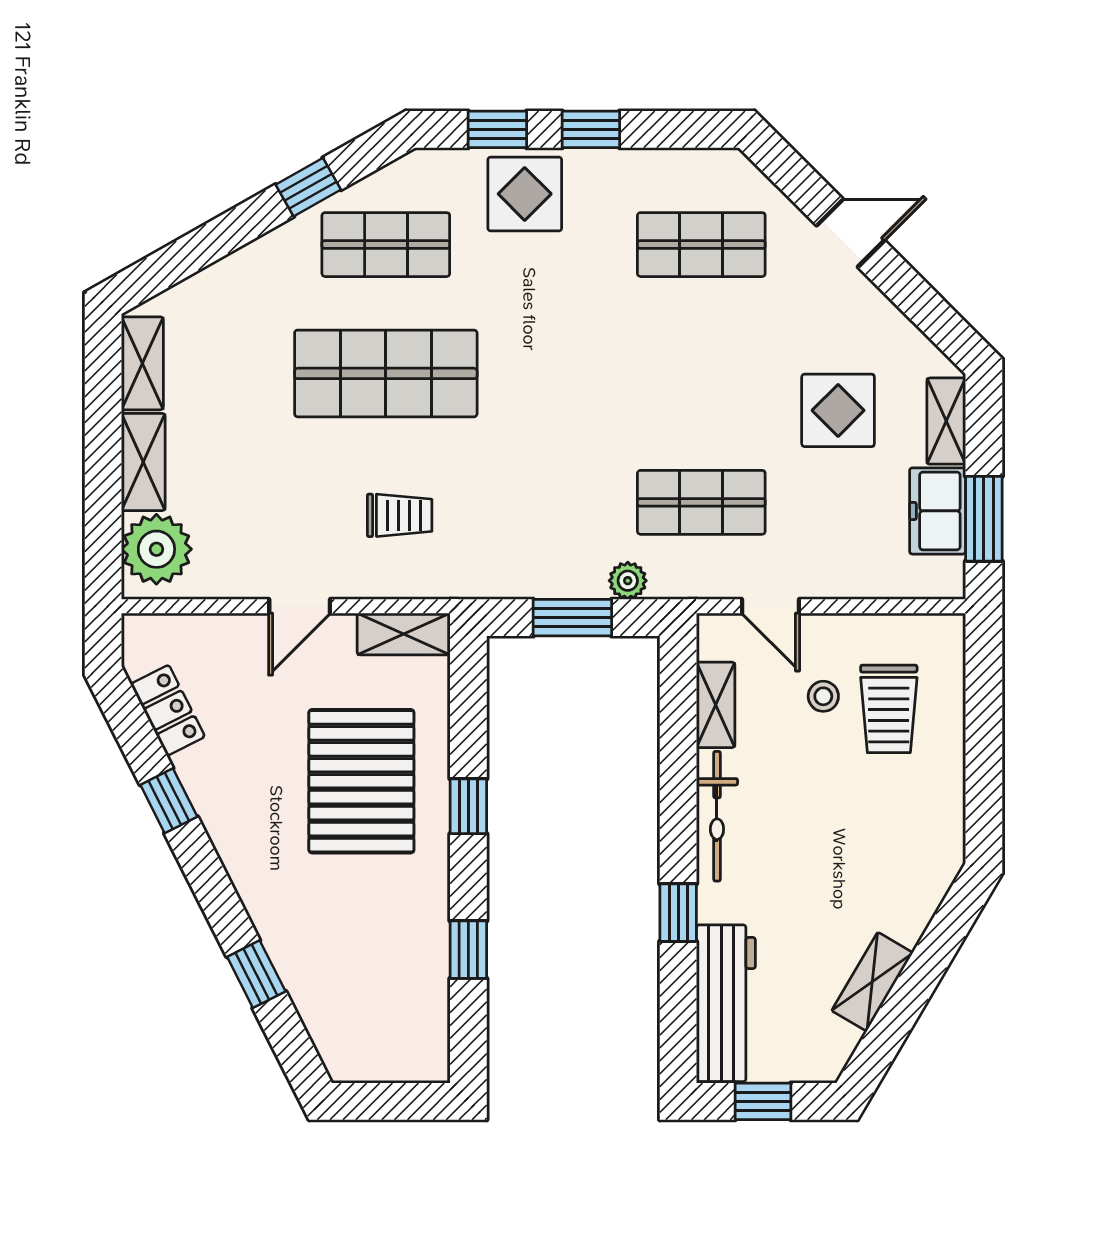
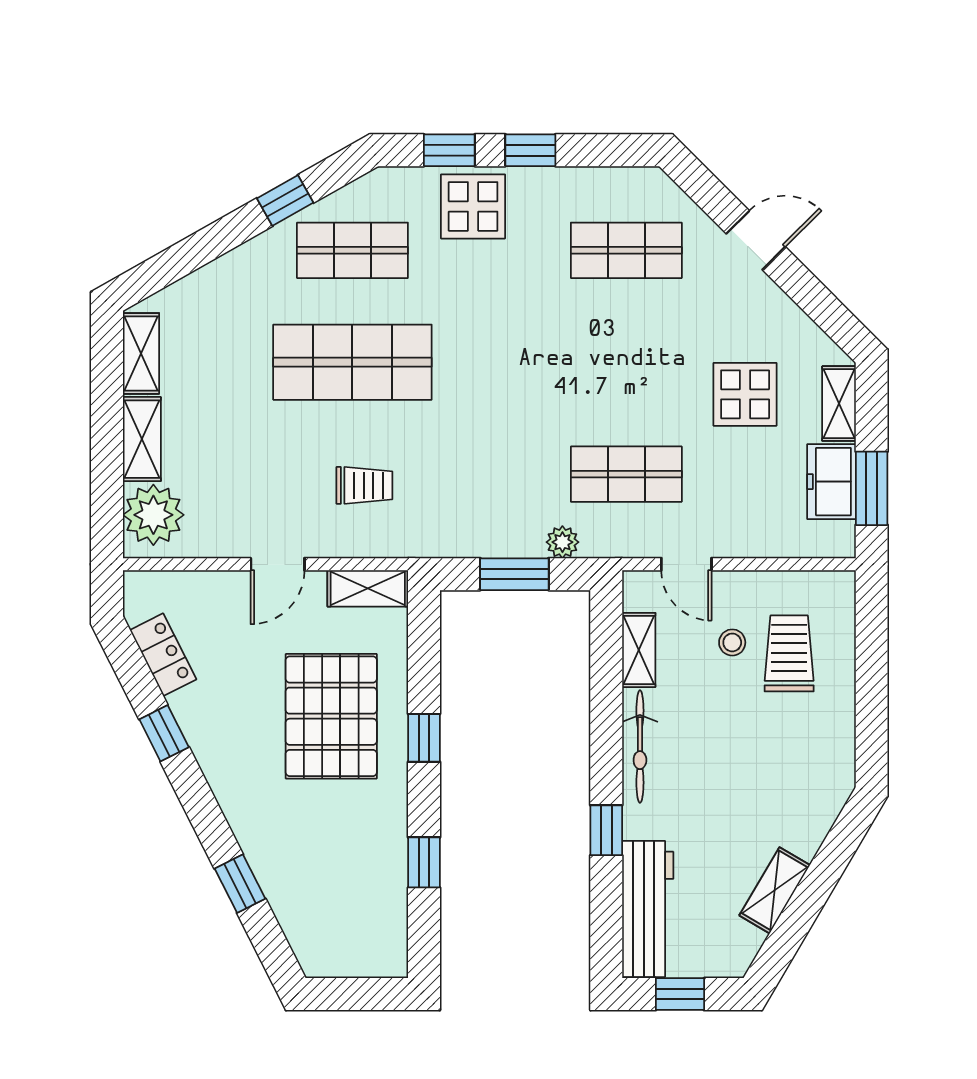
trolley: (889, 709) -> (789, 653), turned 180

